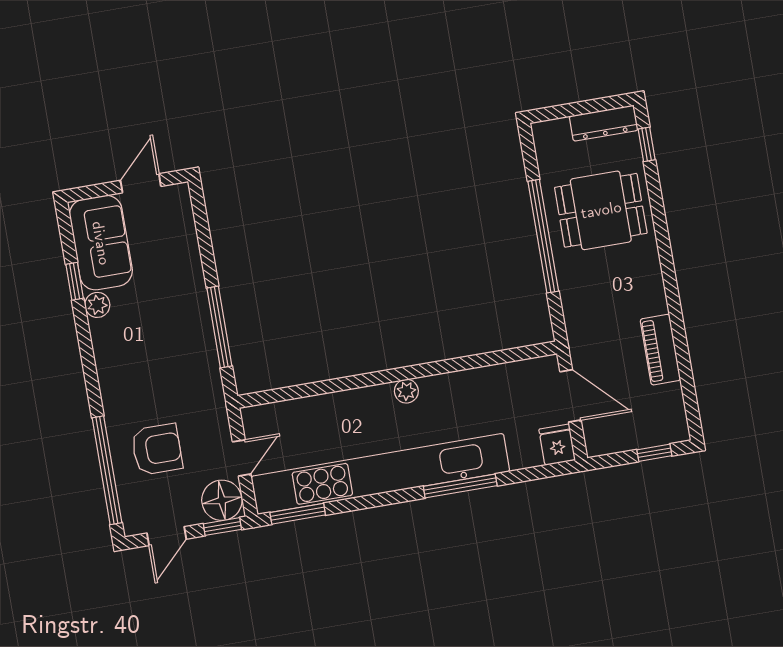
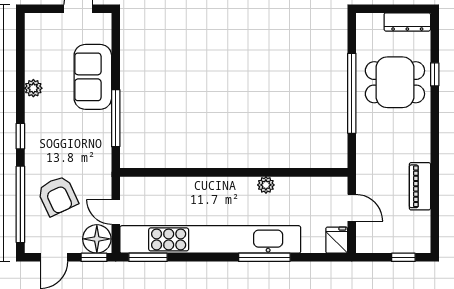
window: (647, 144) -> (435, 74), moved
sofa: (101, 243) -> (93, 77), moved, turned 180
window: (75, 281) -> (20, 136), moved
plant: (406, 391) -> (266, 185), moved
door: (570, 396) -> (352, 208), width x0.73
armchair: (157, 449) -> (58, 196), turned 65
door: (242, 458) -> (116, 212), swing flipped

